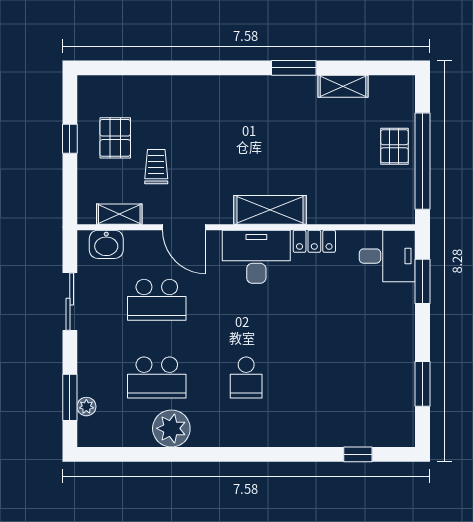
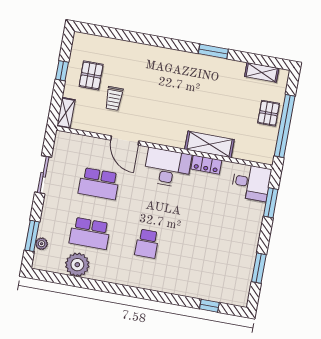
shelving: (343, 86) -> (262, 72), moved
trolley: (156, 167) -> (114, 98), turned 180
shelving: (270, 210) -> (209, 144), moved
shelving: (119, 214) -> (66, 113), moved, turned 90
washbasin: (106, 244) -> (73, 142), removed
plant: (171, 428) -> (77, 265), moved

